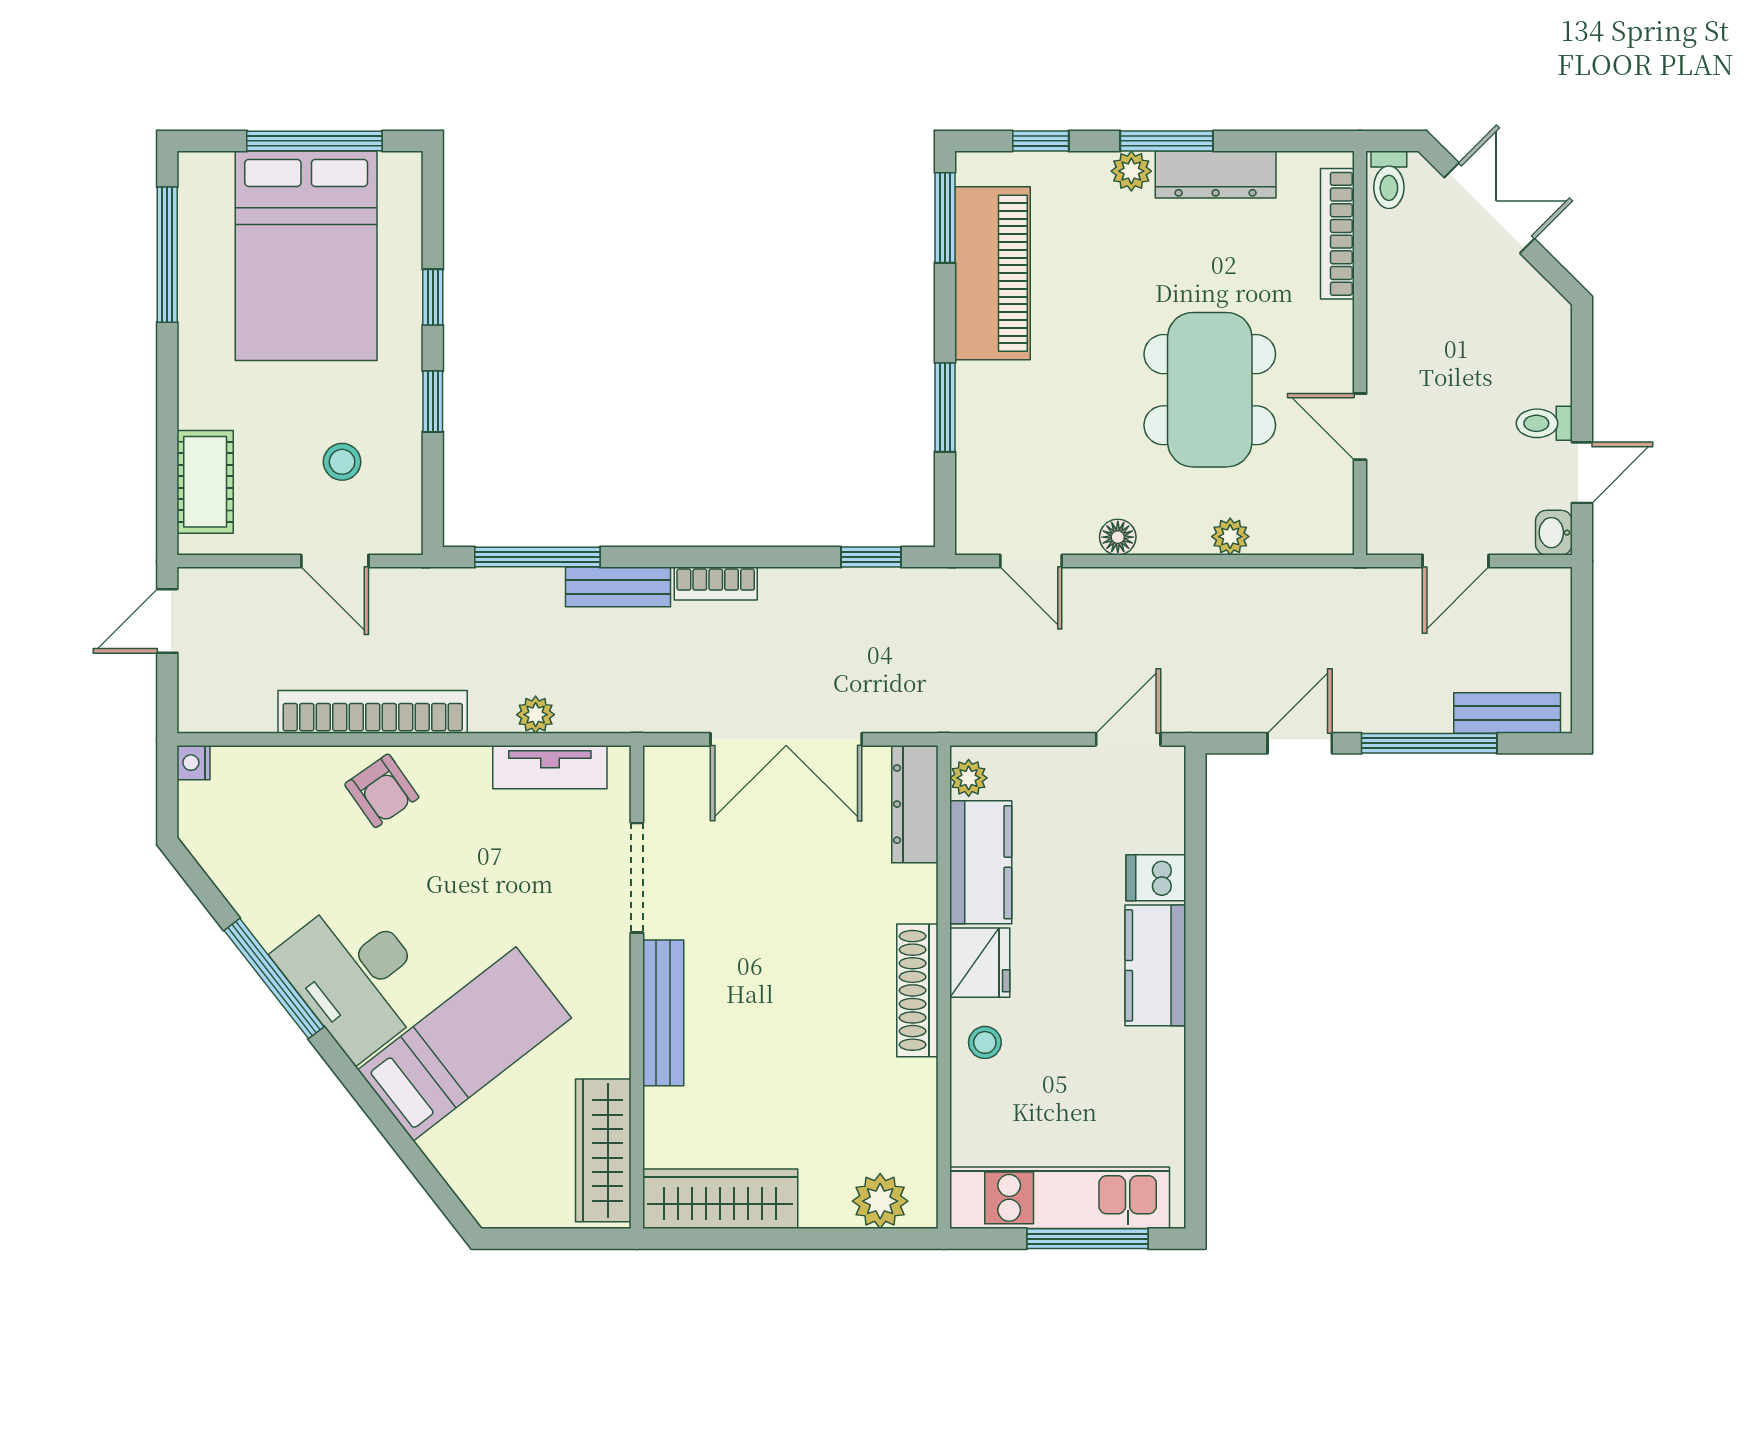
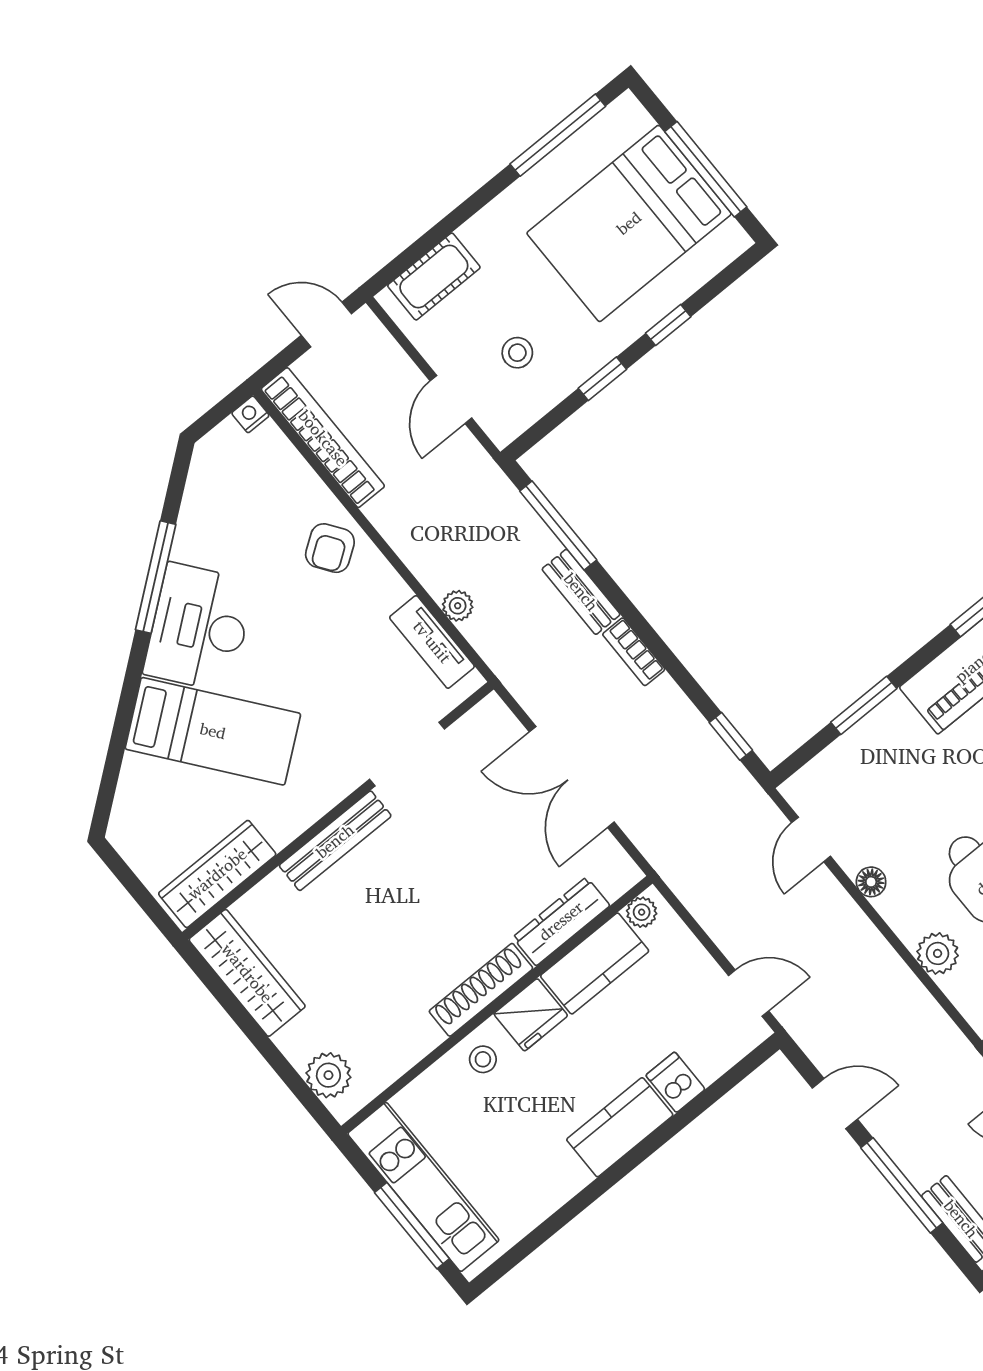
plant: (1230, 537) -> (938, 953), width x1.38, depth x1.38
bookcase: (373, 712) -> (323, 438), moved
dresser: (915, 804) -> (561, 921), moved

